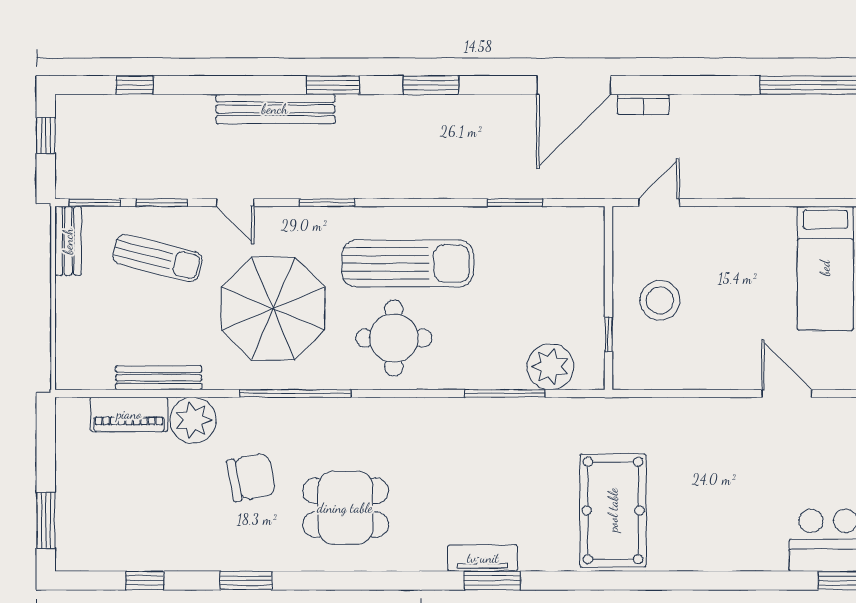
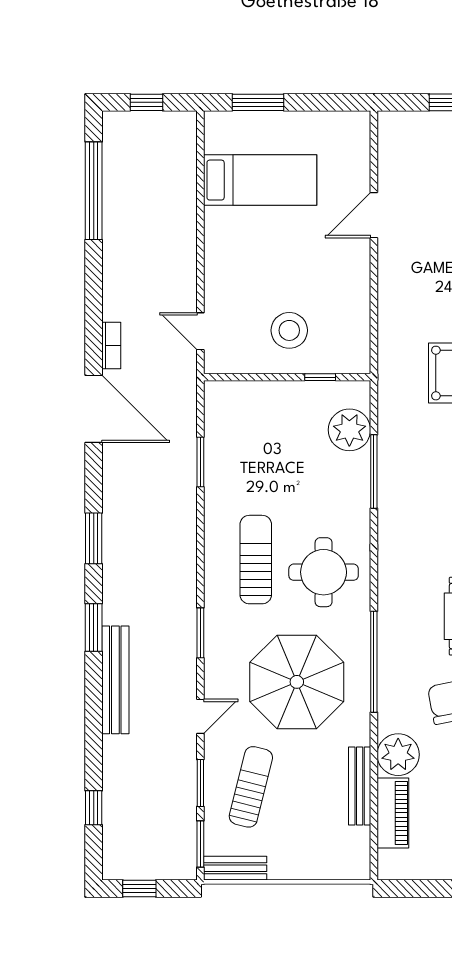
sun lounger: (408, 263) -> (256, 560), width x0.73, depth x0.75

